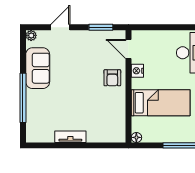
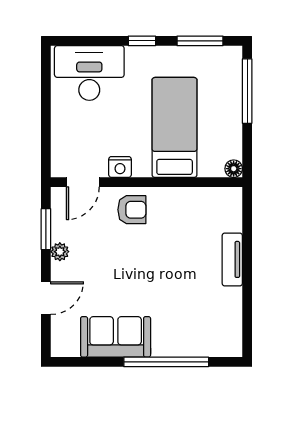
door: (60, 27) -> (46, 298), swing flipped
plant: (31, 35) -> (60, 252), moved
tv unit: (70, 137) -> (232, 259), moved

